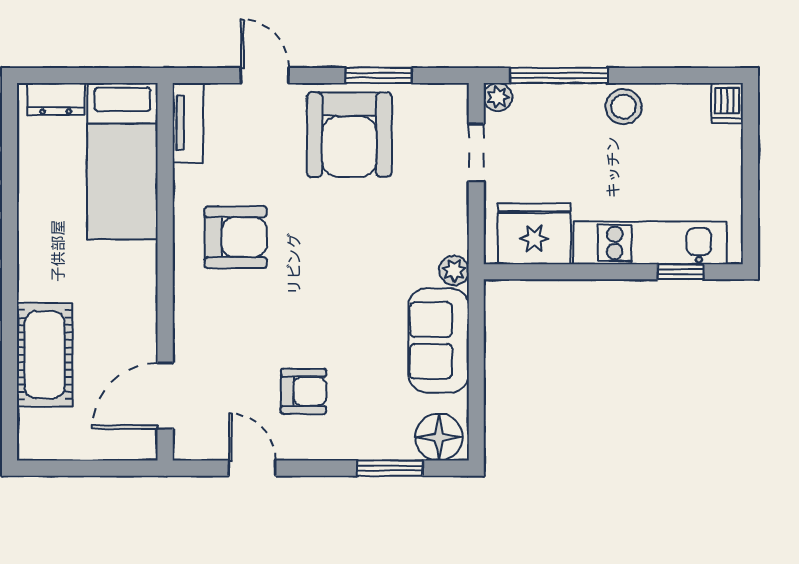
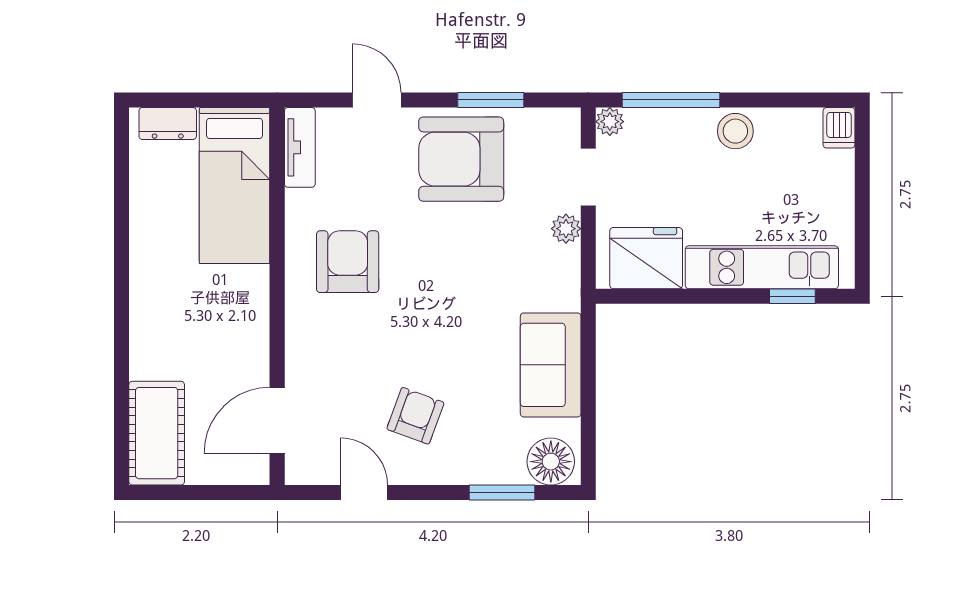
armchair: (349, 135) -> (461, 159), turned 90
armchair: (236, 237) -> (348, 262), turned -90
plant: (454, 271) -> (566, 229), moved
cot: (45, 355) -> (157, 433), moved
armchair: (303, 391) -> (415, 416), turned -70

